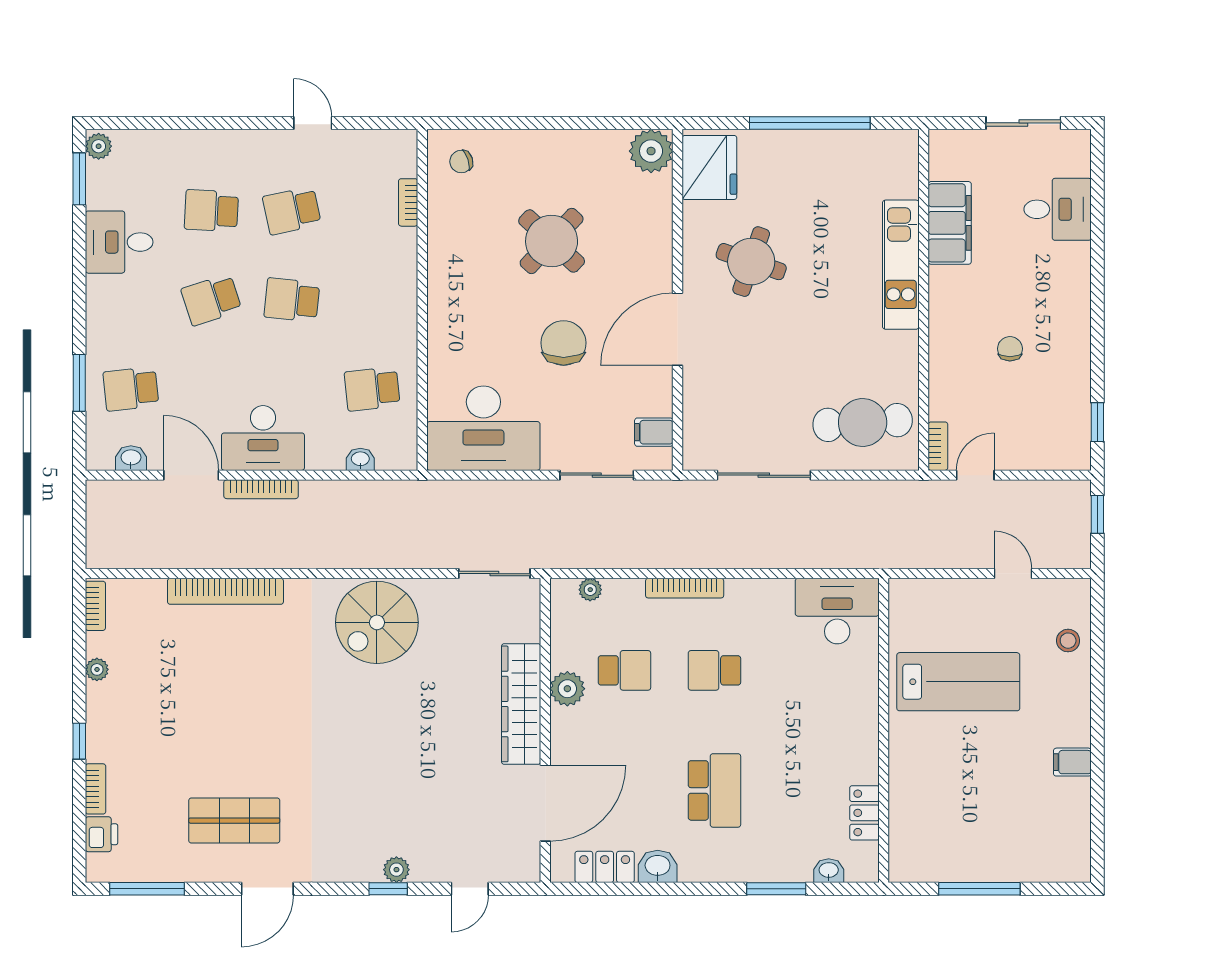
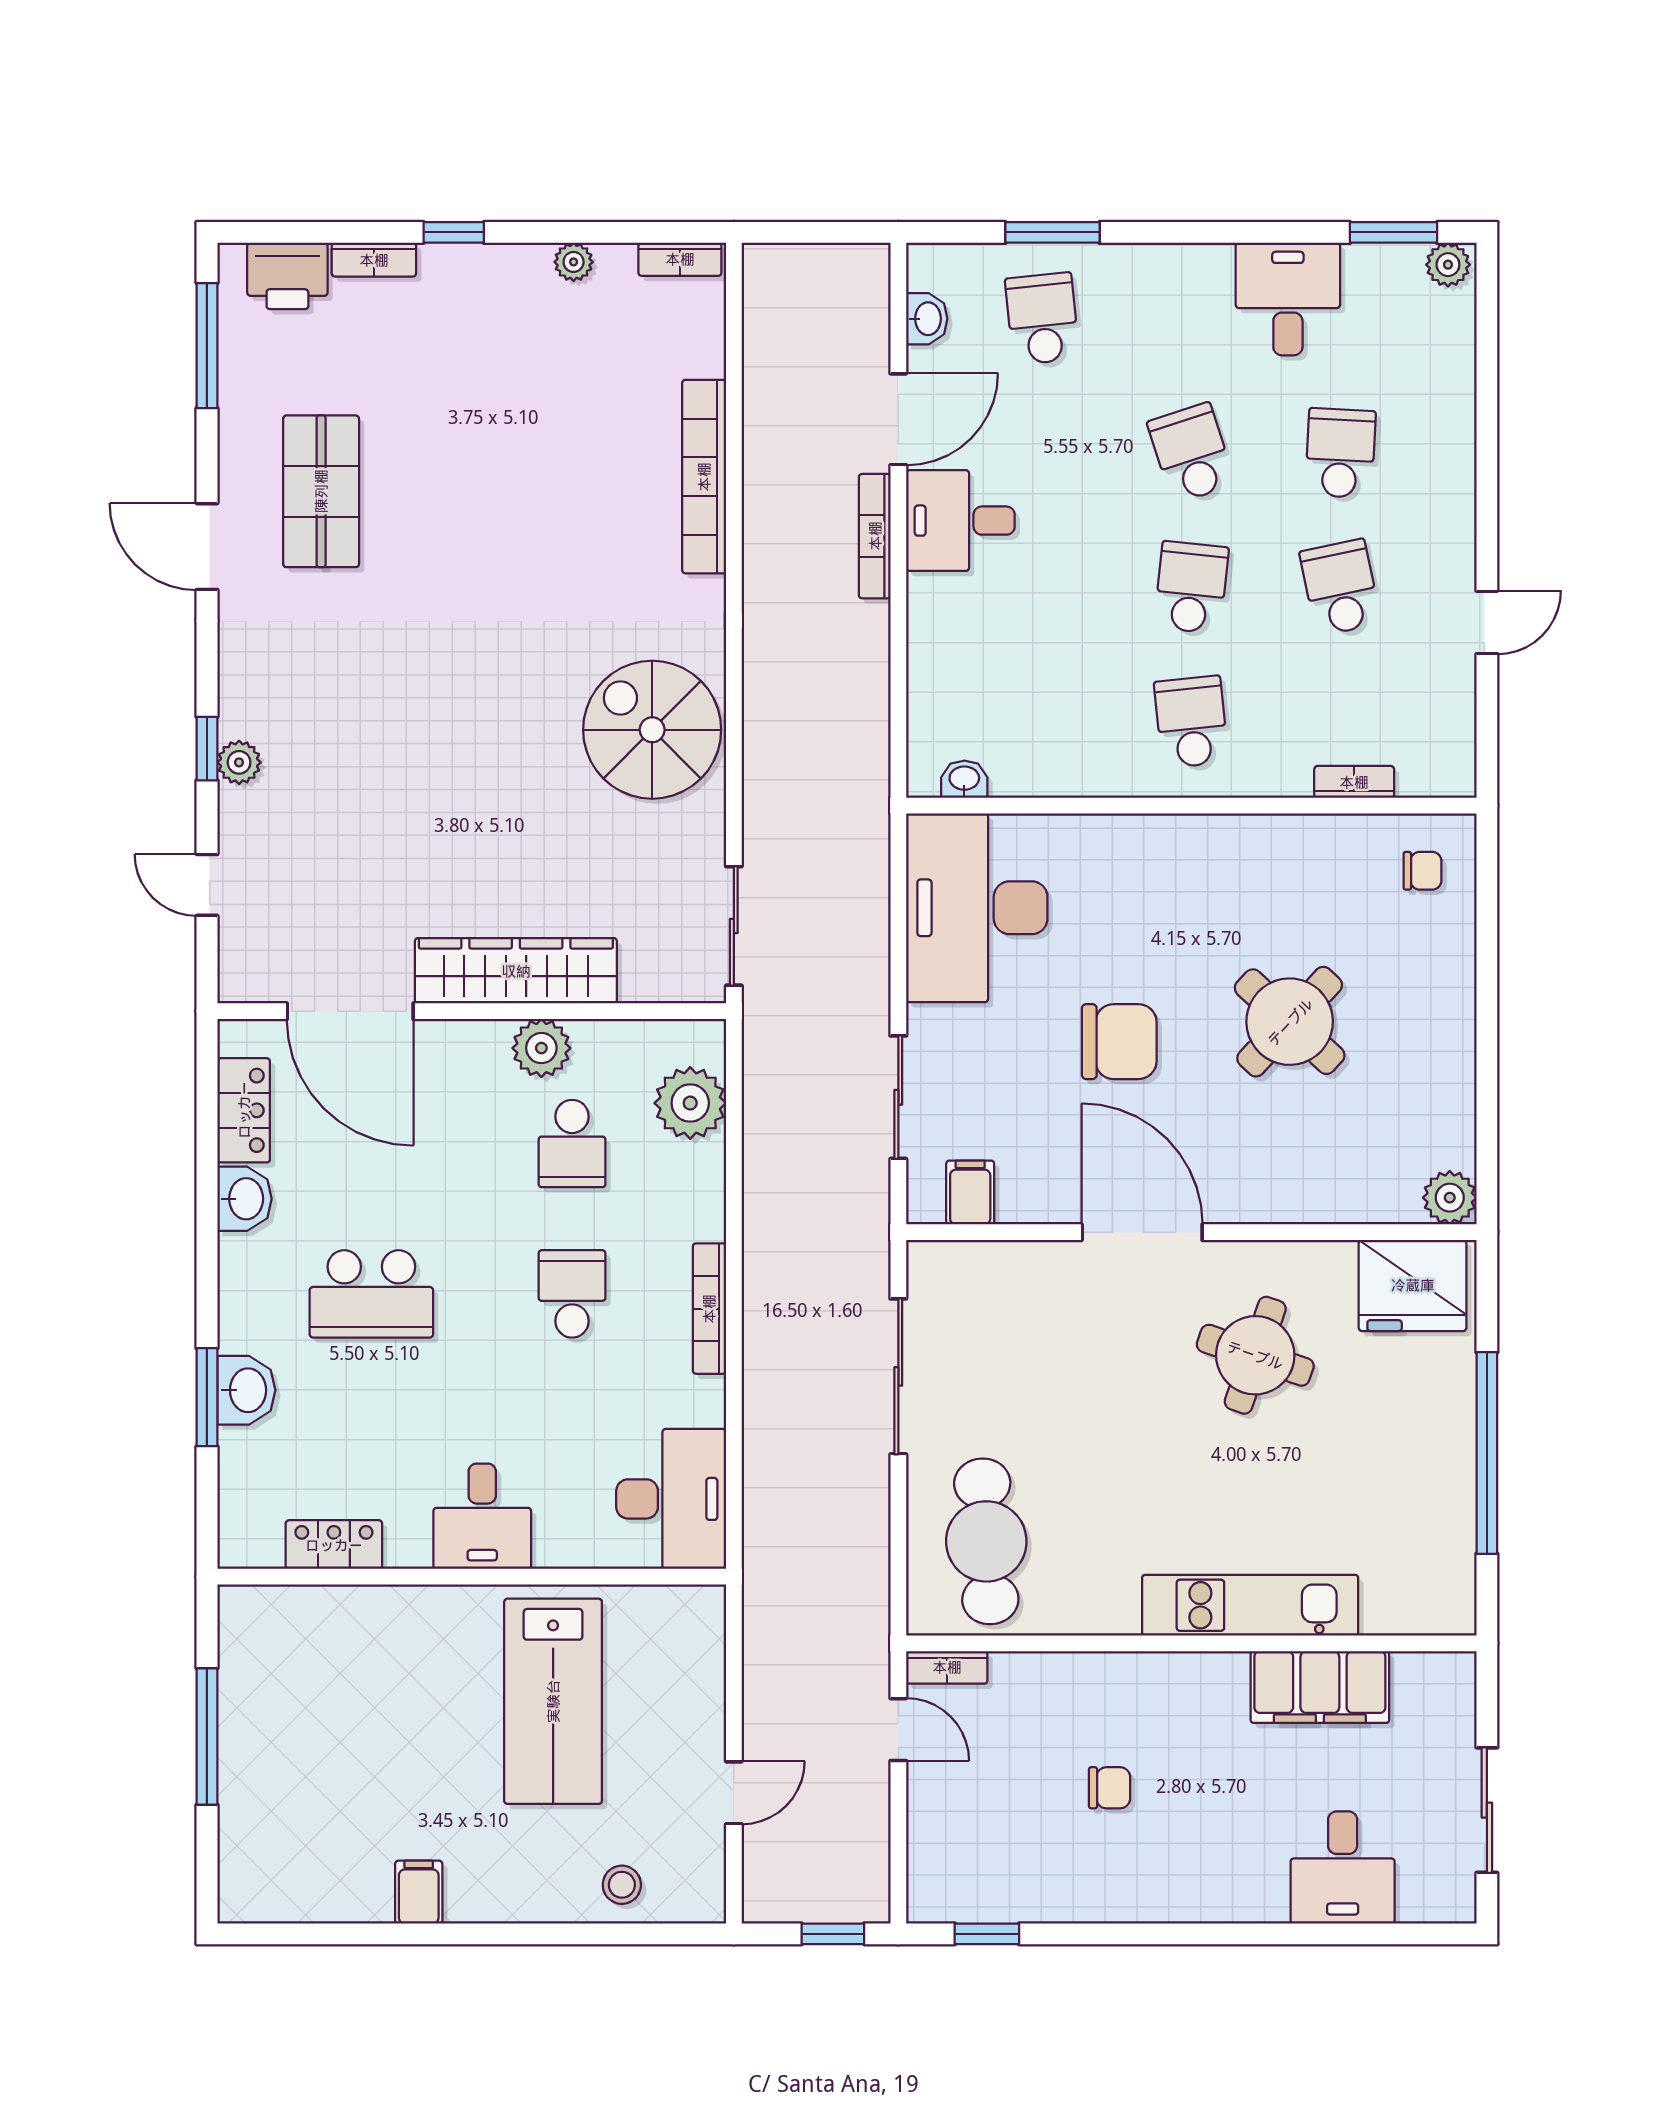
plant: (651, 151) -> (1450, 1198), width x0.73, depth x0.73
chair: (461, 162) -> (1422, 871), turned 108
school desk: (372, 389) -> (1191, 722), moved
desk: (263, 438) -> (960, 521), width x0.73
washbasin: (360, 459) -> (964, 779), moved, turned -90
bookcase: (685, 588) -> (709, 1309), moved
plant: (590, 590) -> (690, 1103), width x1.87, depth x1.87
desk: (847, 724) -> (482, 1516), added
printer: (102, 834) -> (287, 276), width x1.36, depth x1.24
washbasin: (829, 871) -> (246, 1390), moved, width x1.38, depth x1.45

